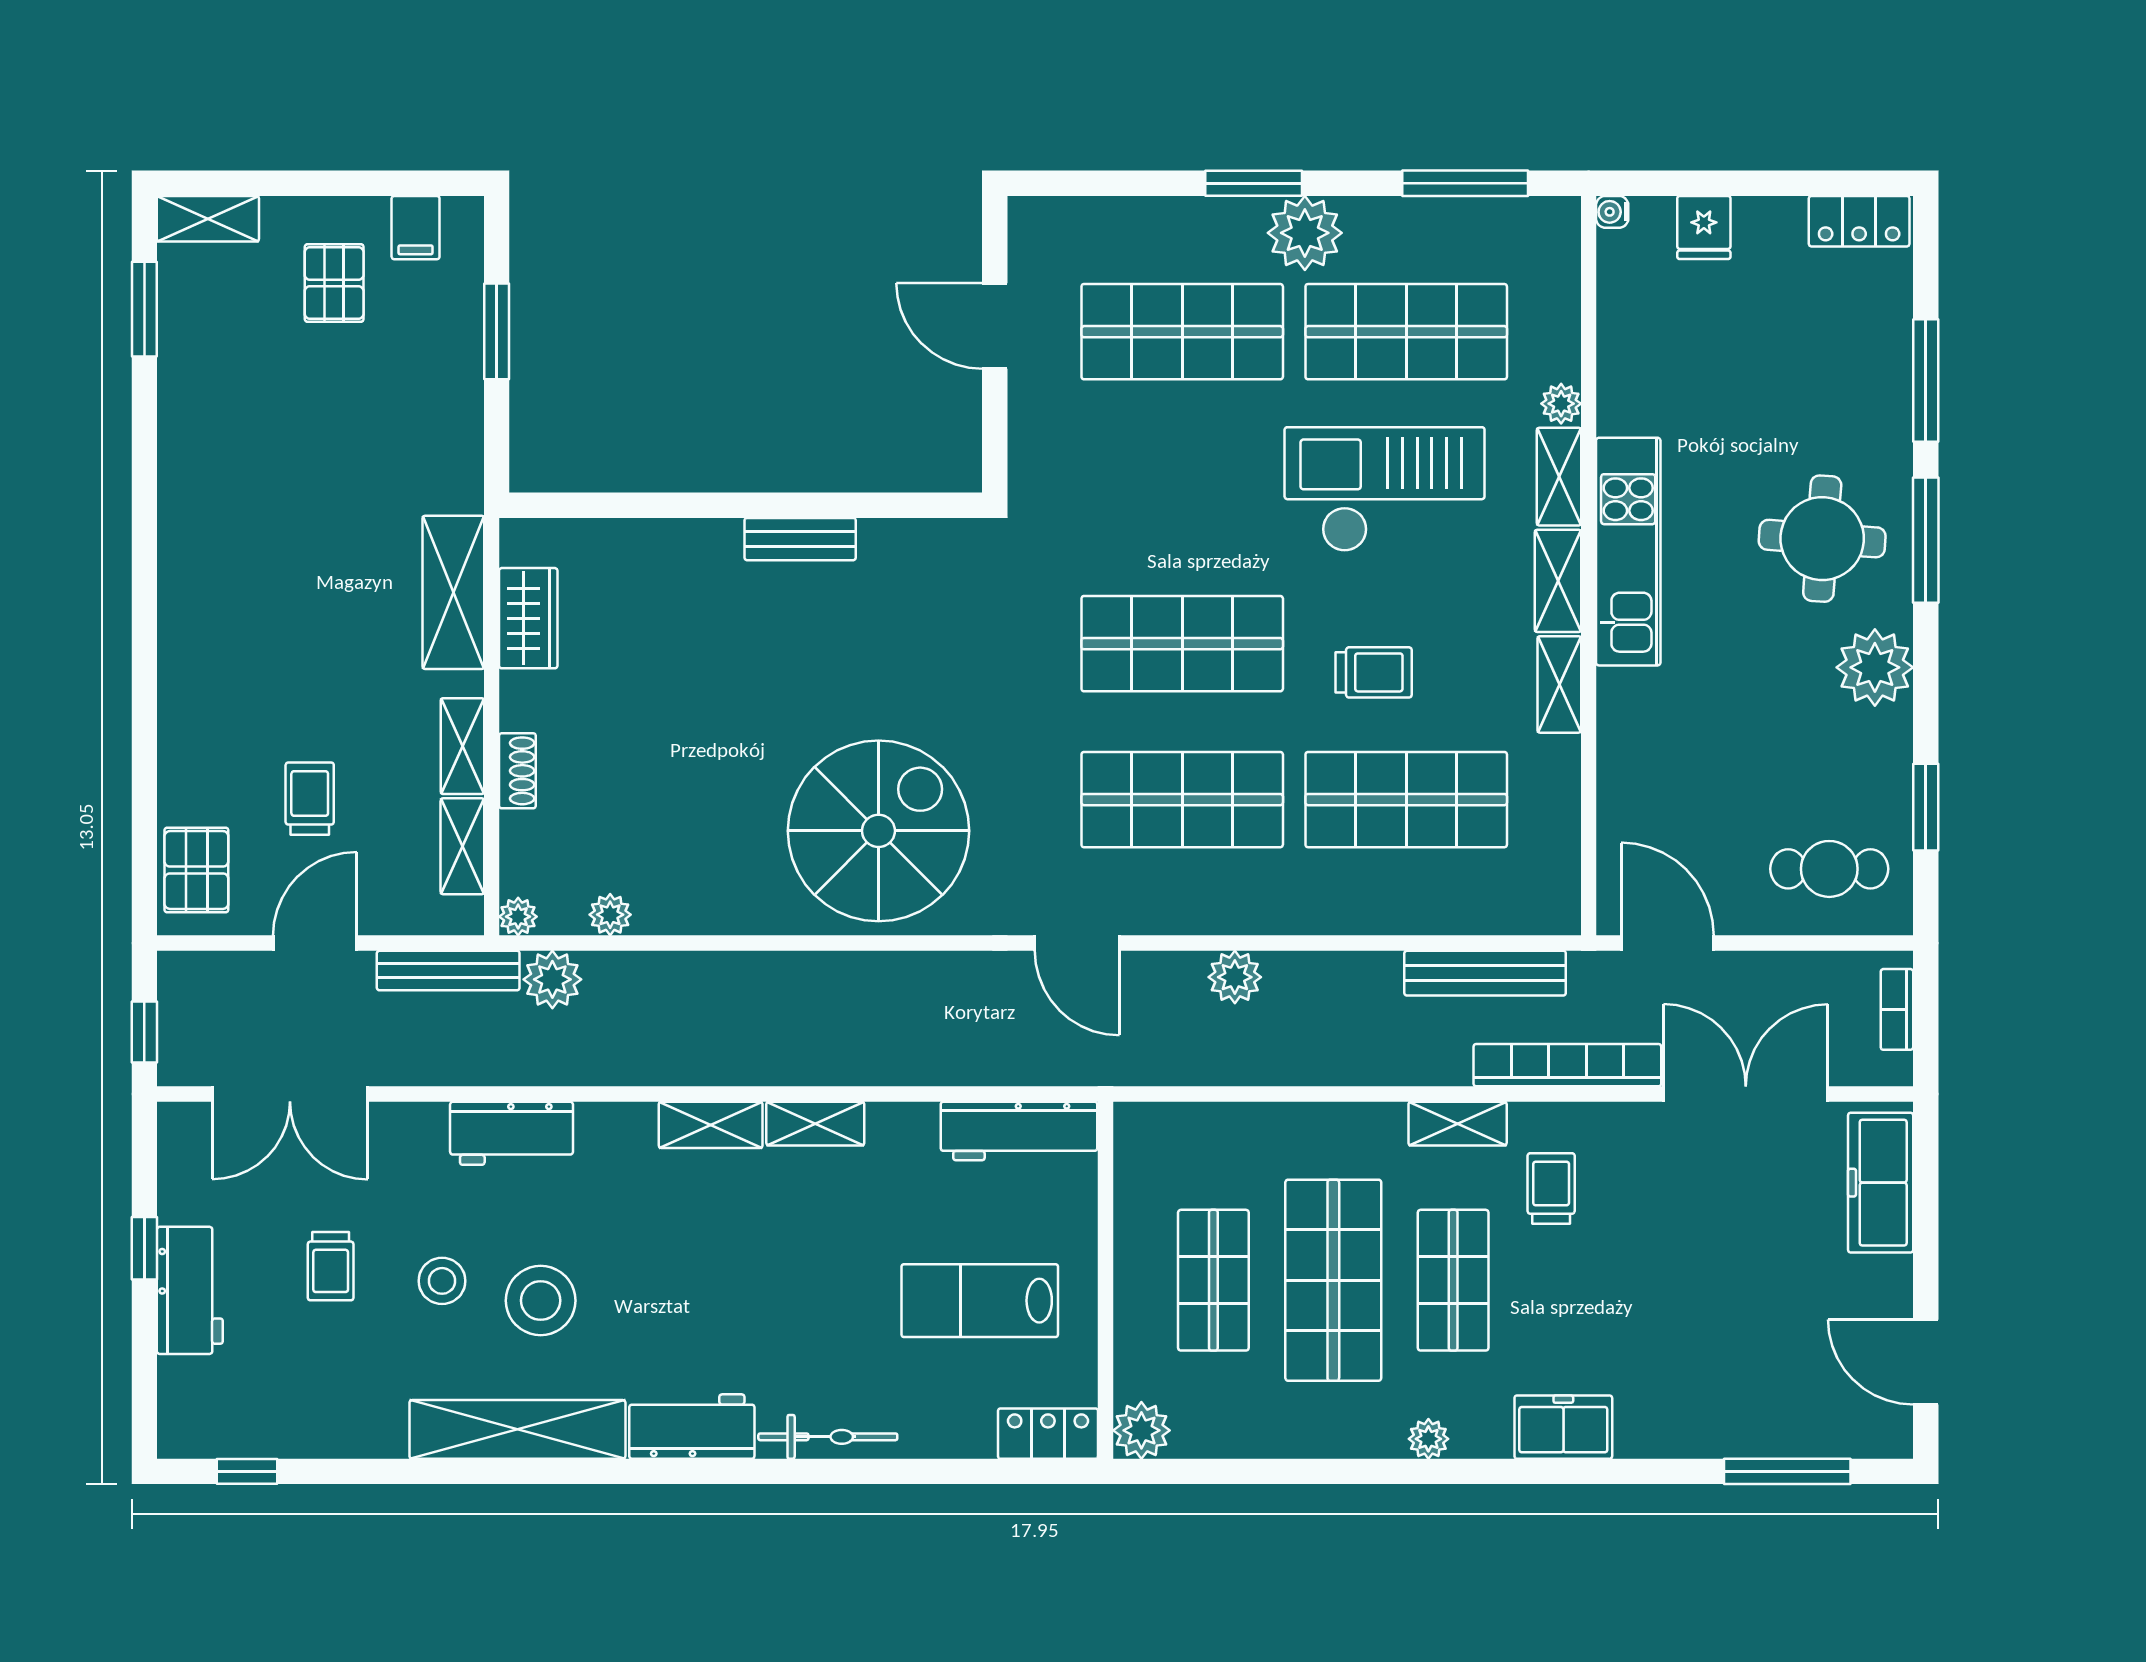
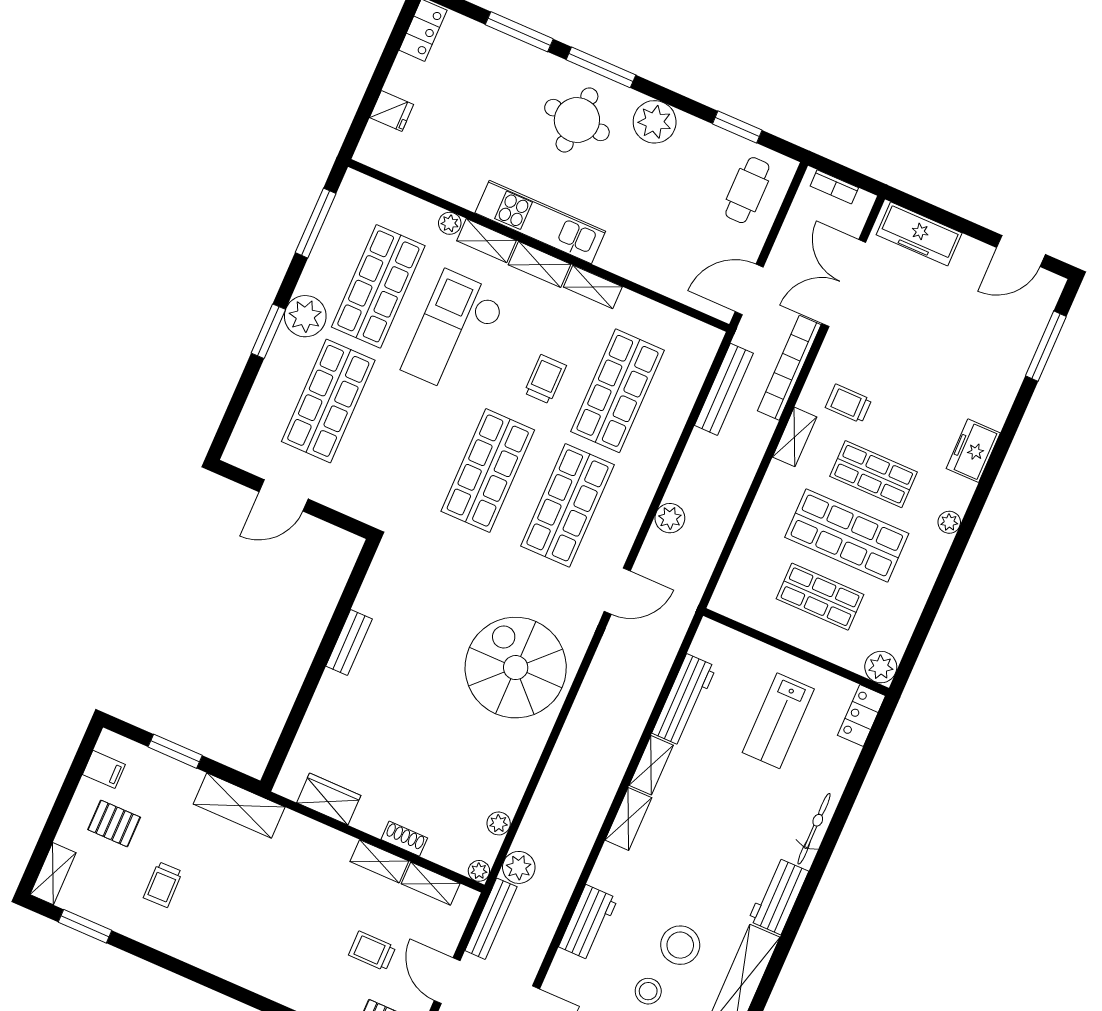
water cooler: (1612, 212) -> (363, 154), removed
trolley: (269, 407) -> (163, 885), added
shelving: (453, 592) -> (239, 806), moved
workbench: (1019, 1131) -> (684, 700), moved

